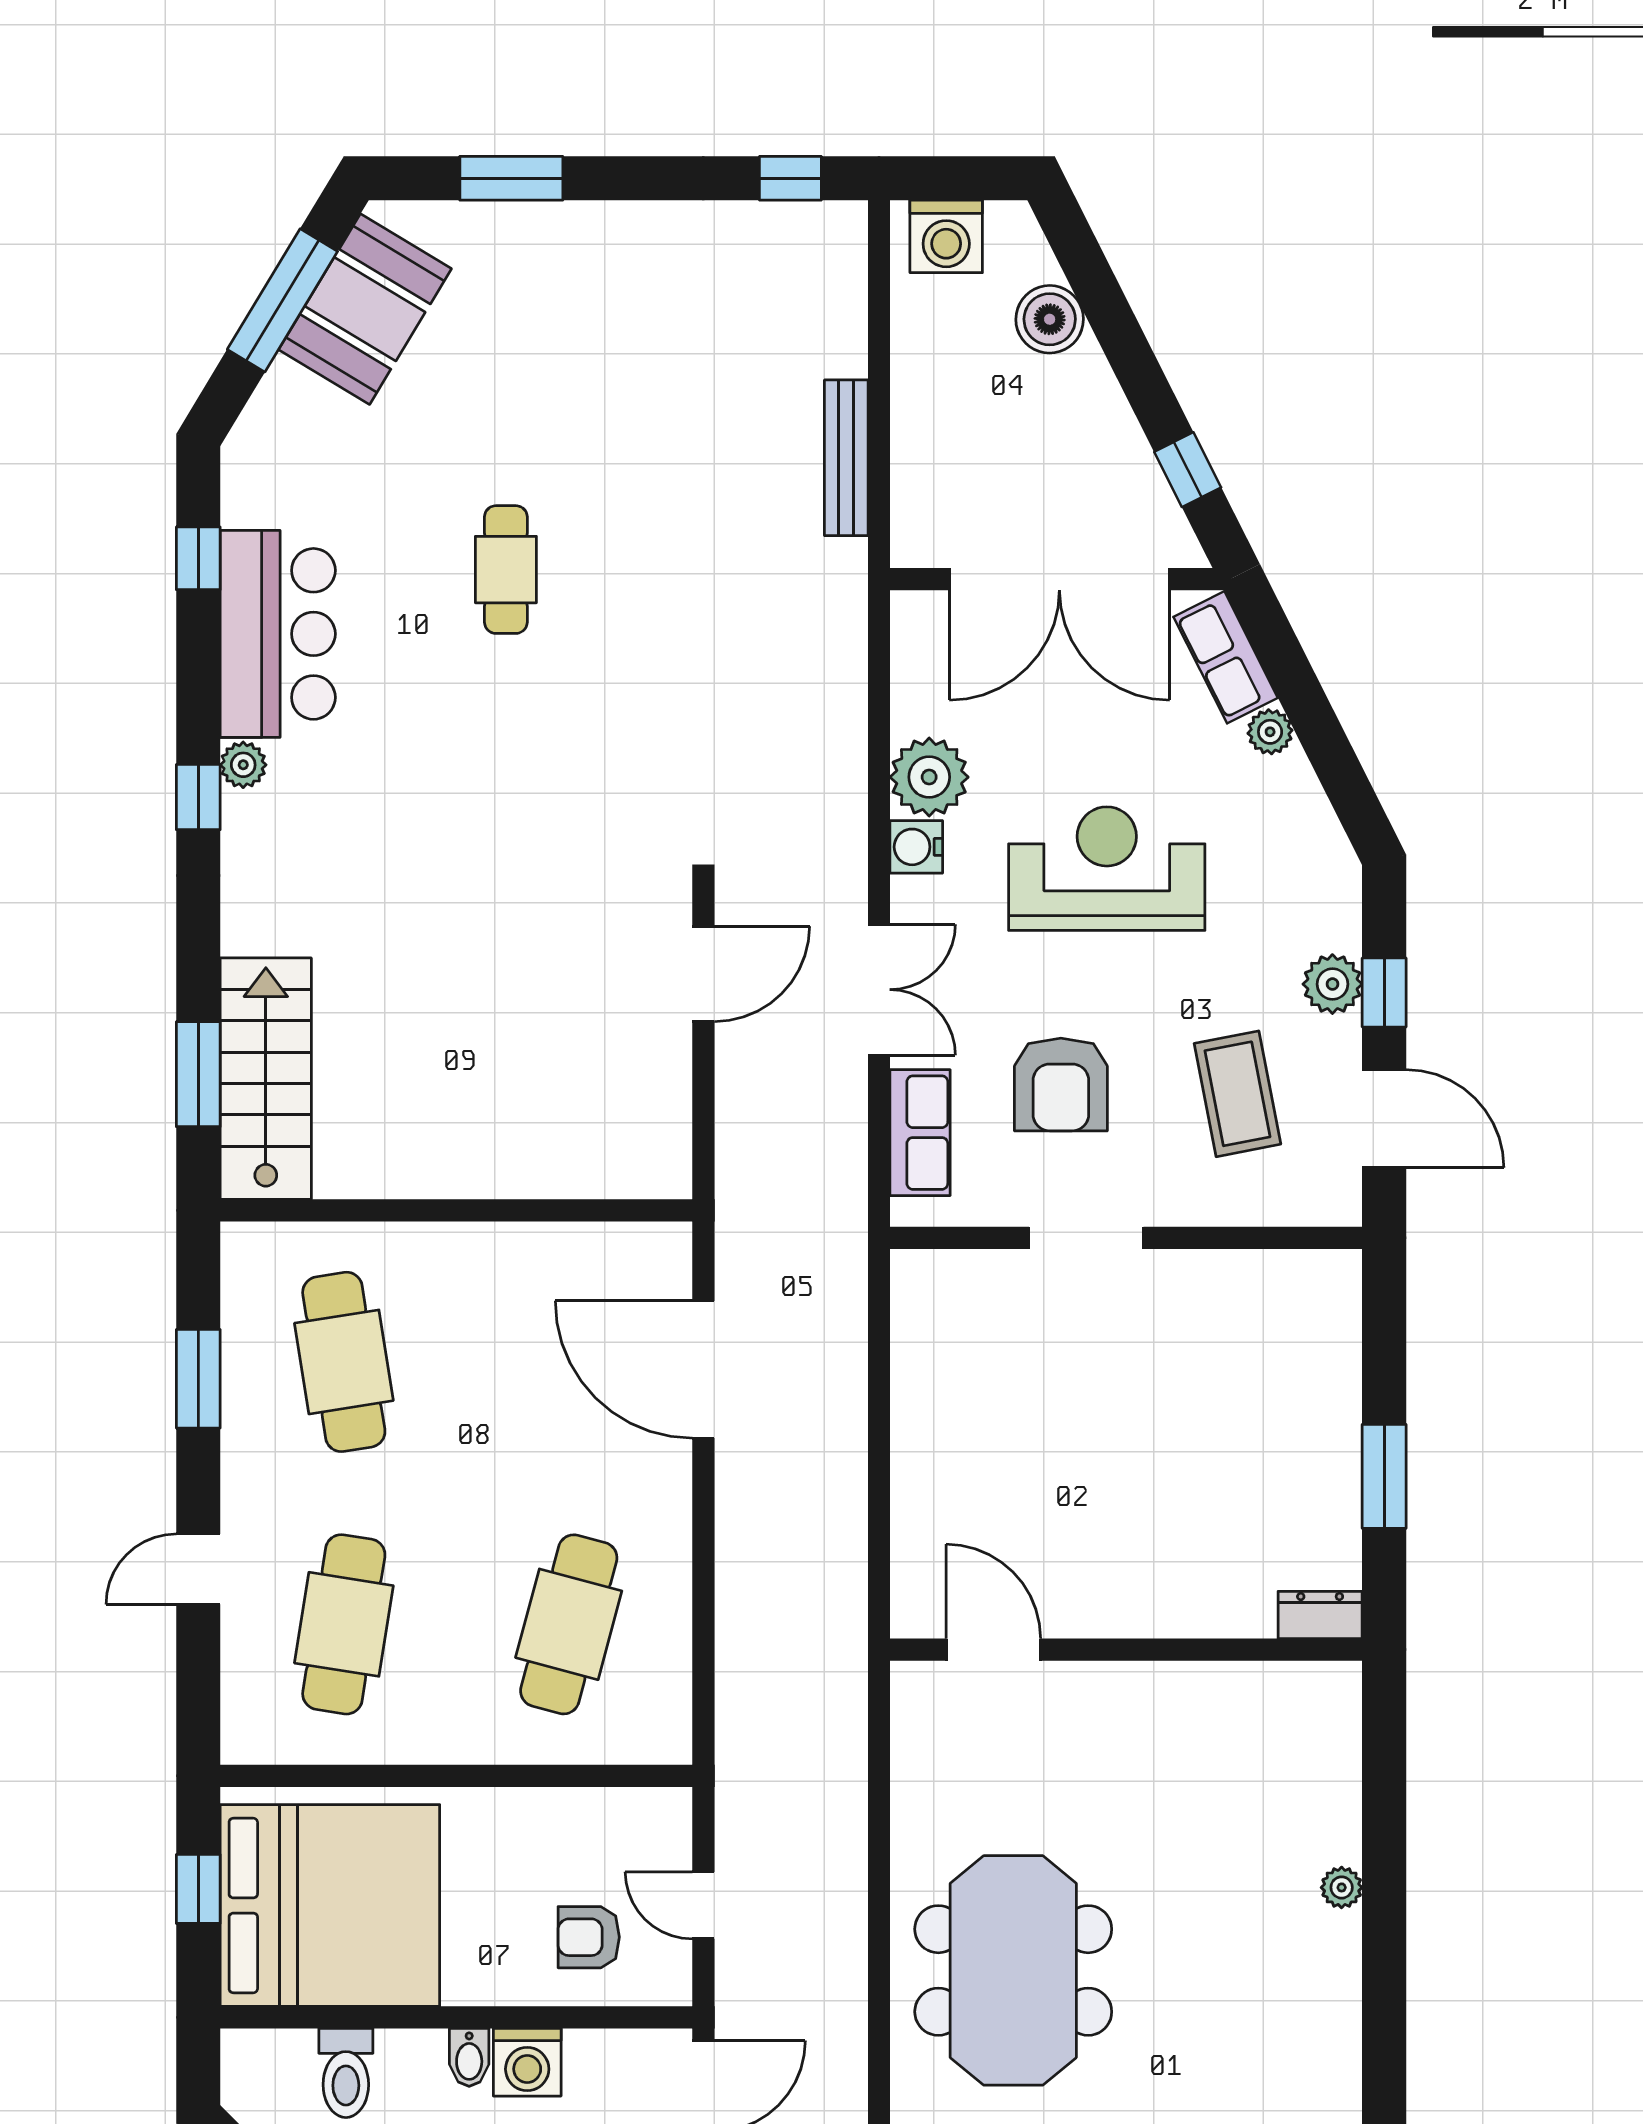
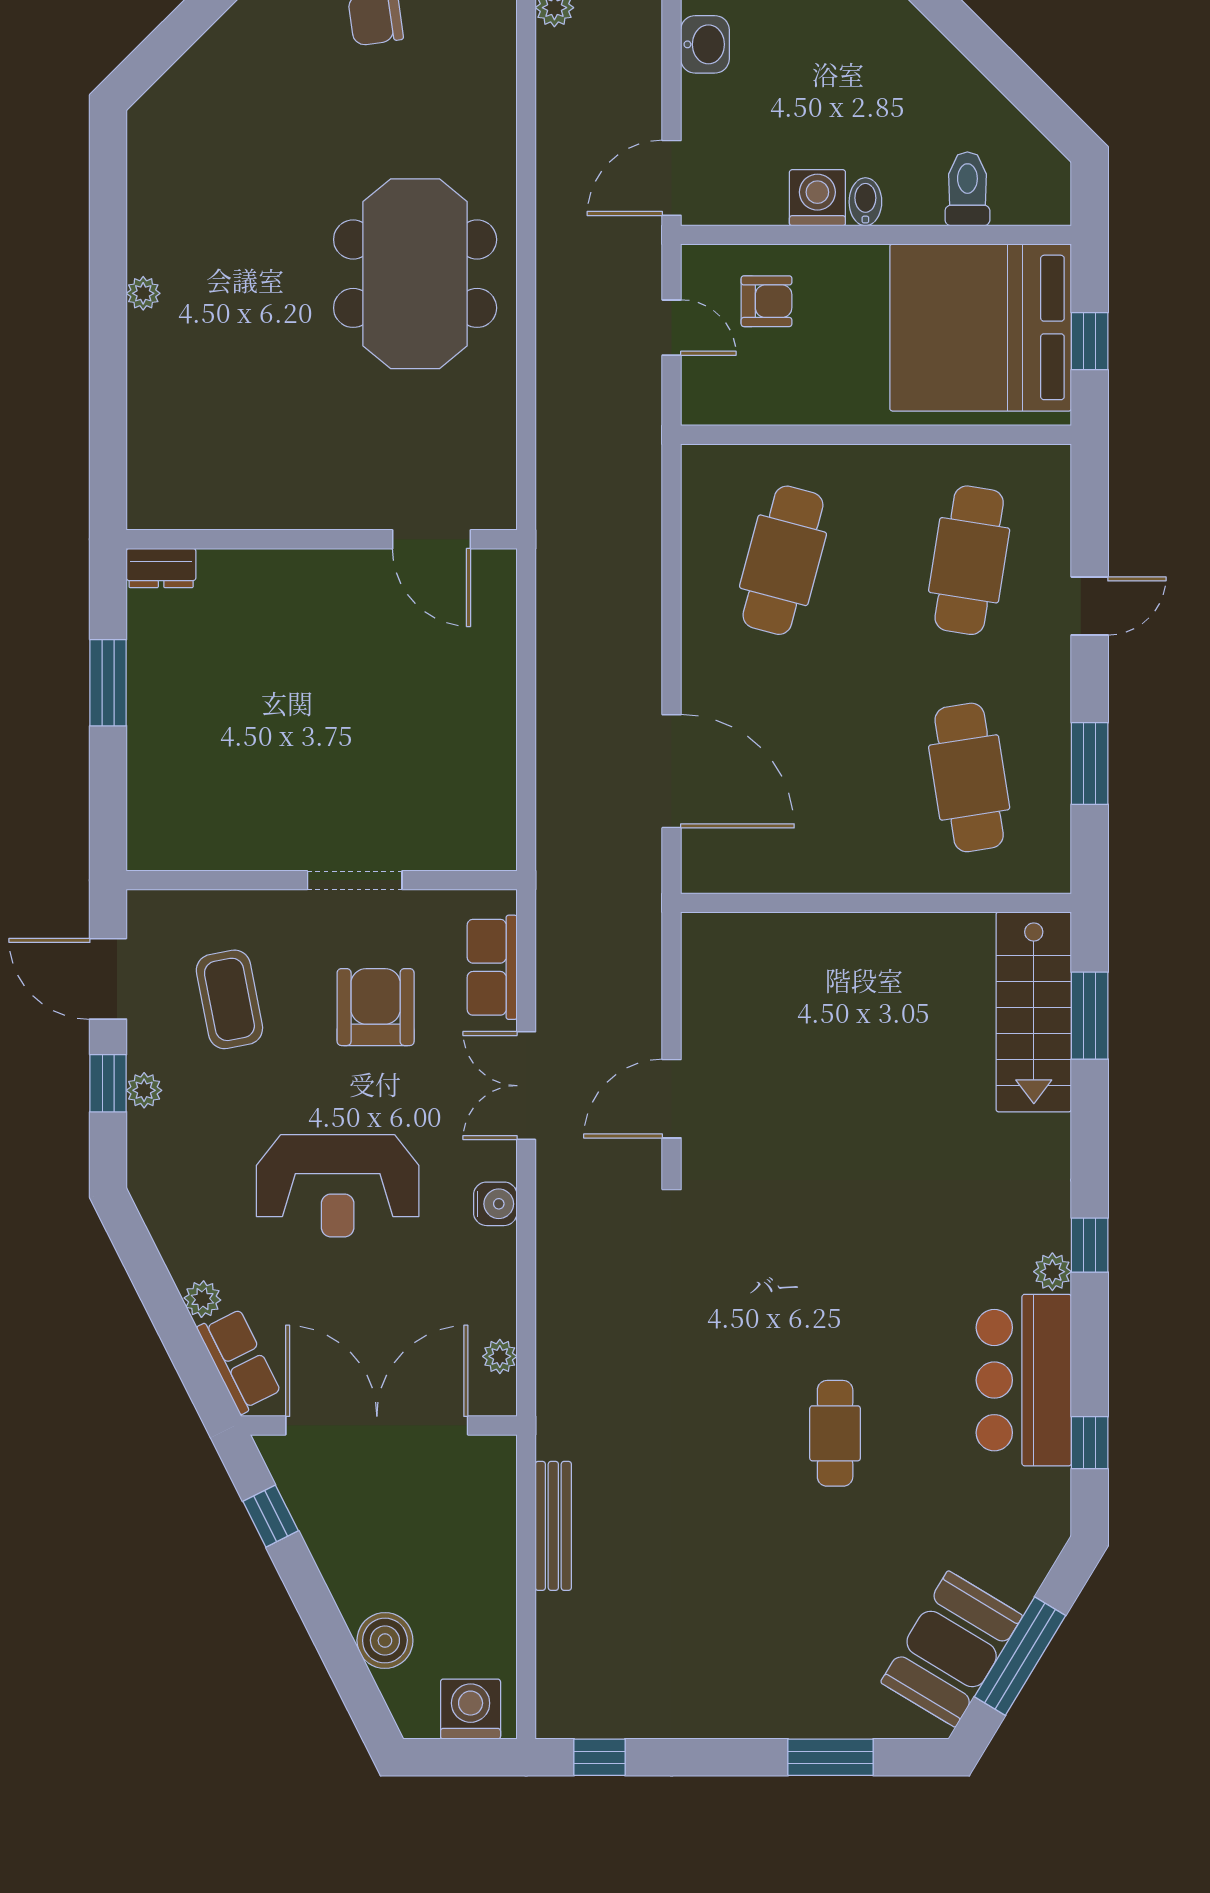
plant: (929, 777) -> (500, 1356), moved, width x0.53, depth x0.53
plant: (1332, 984) -> (144, 1090), width x0.73, depth x0.73
plant: (1342, 1887) -> (143, 293), moved

